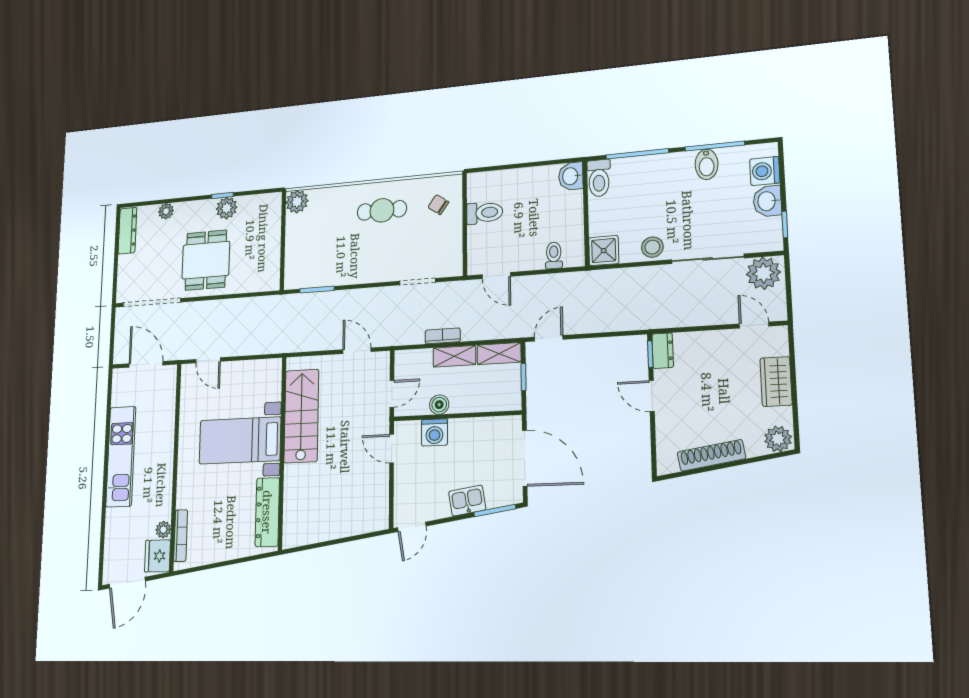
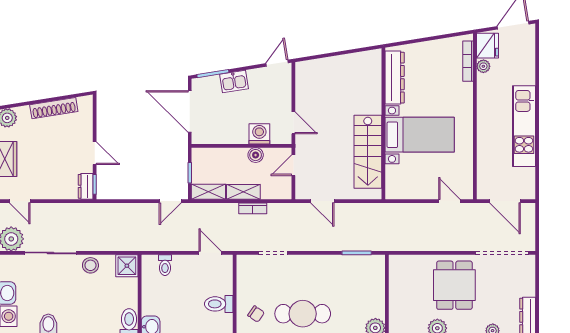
cafe table: (382, 210) -> (303, 314), width x1.37, depth x1.35

